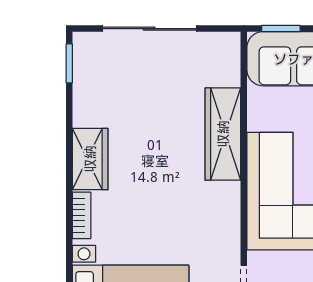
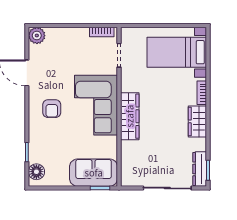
dresser: (86, 66) -> (200, 169), added
wardrobe: (223, 134) -> (130, 116), moved

